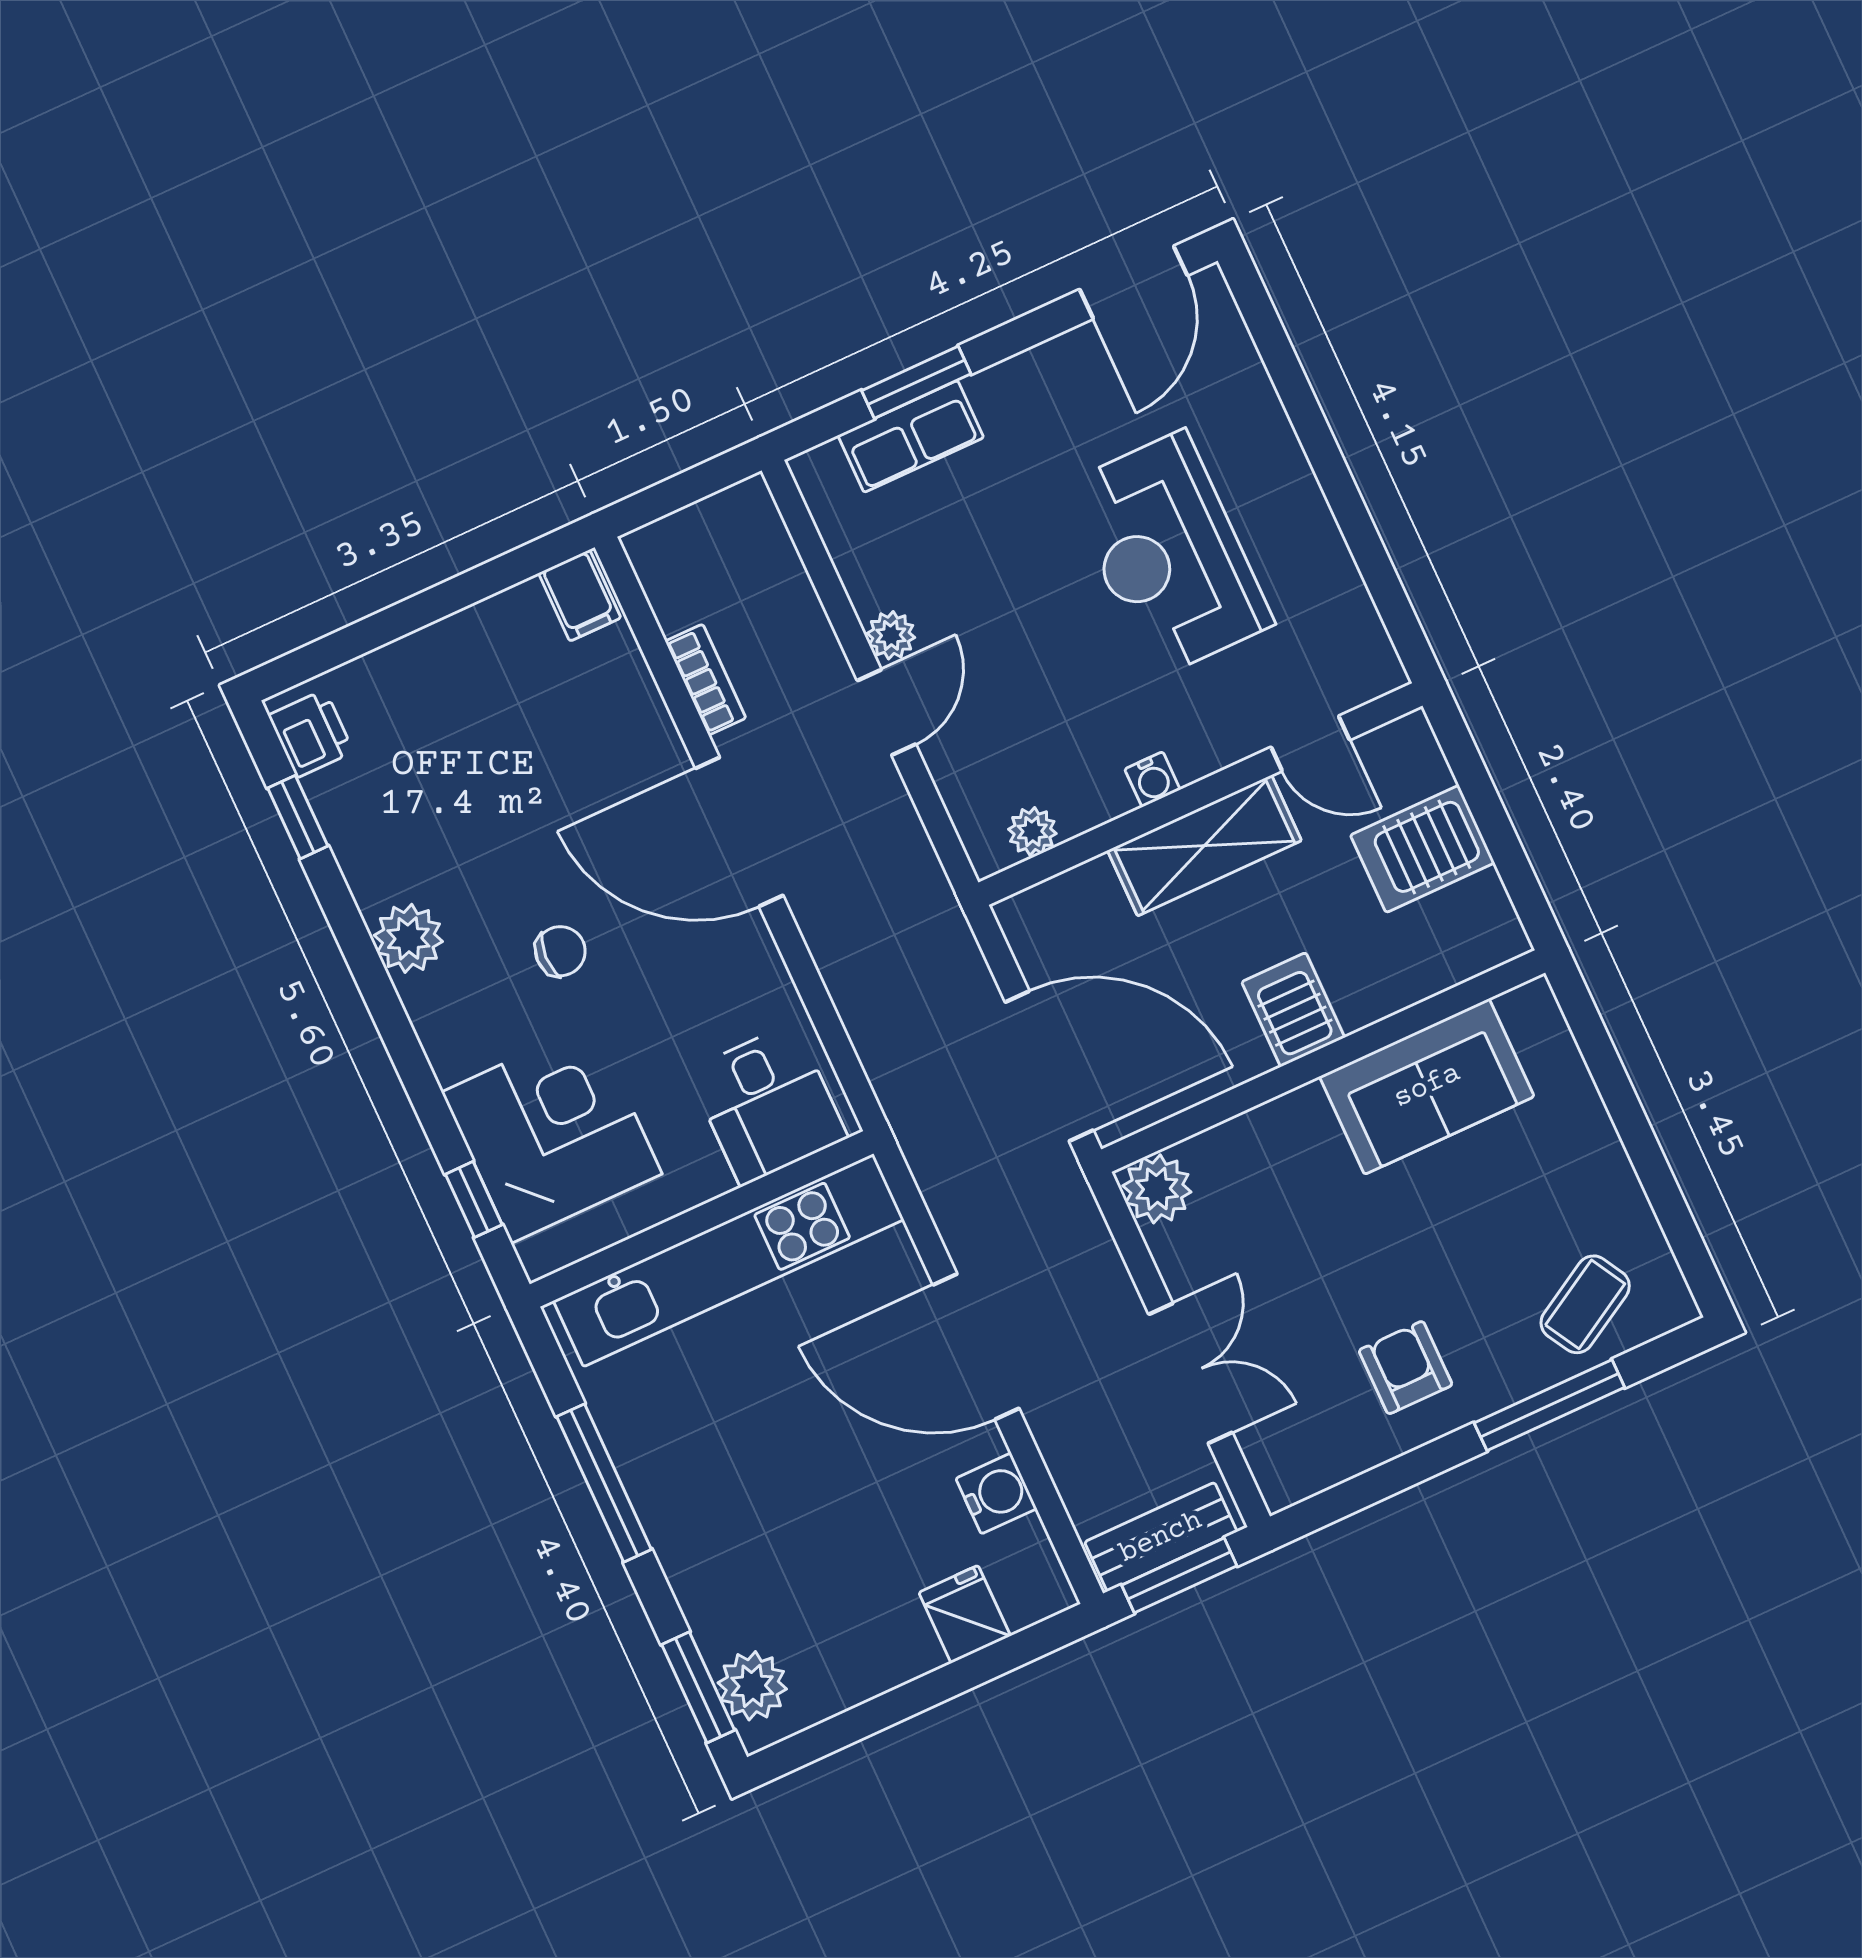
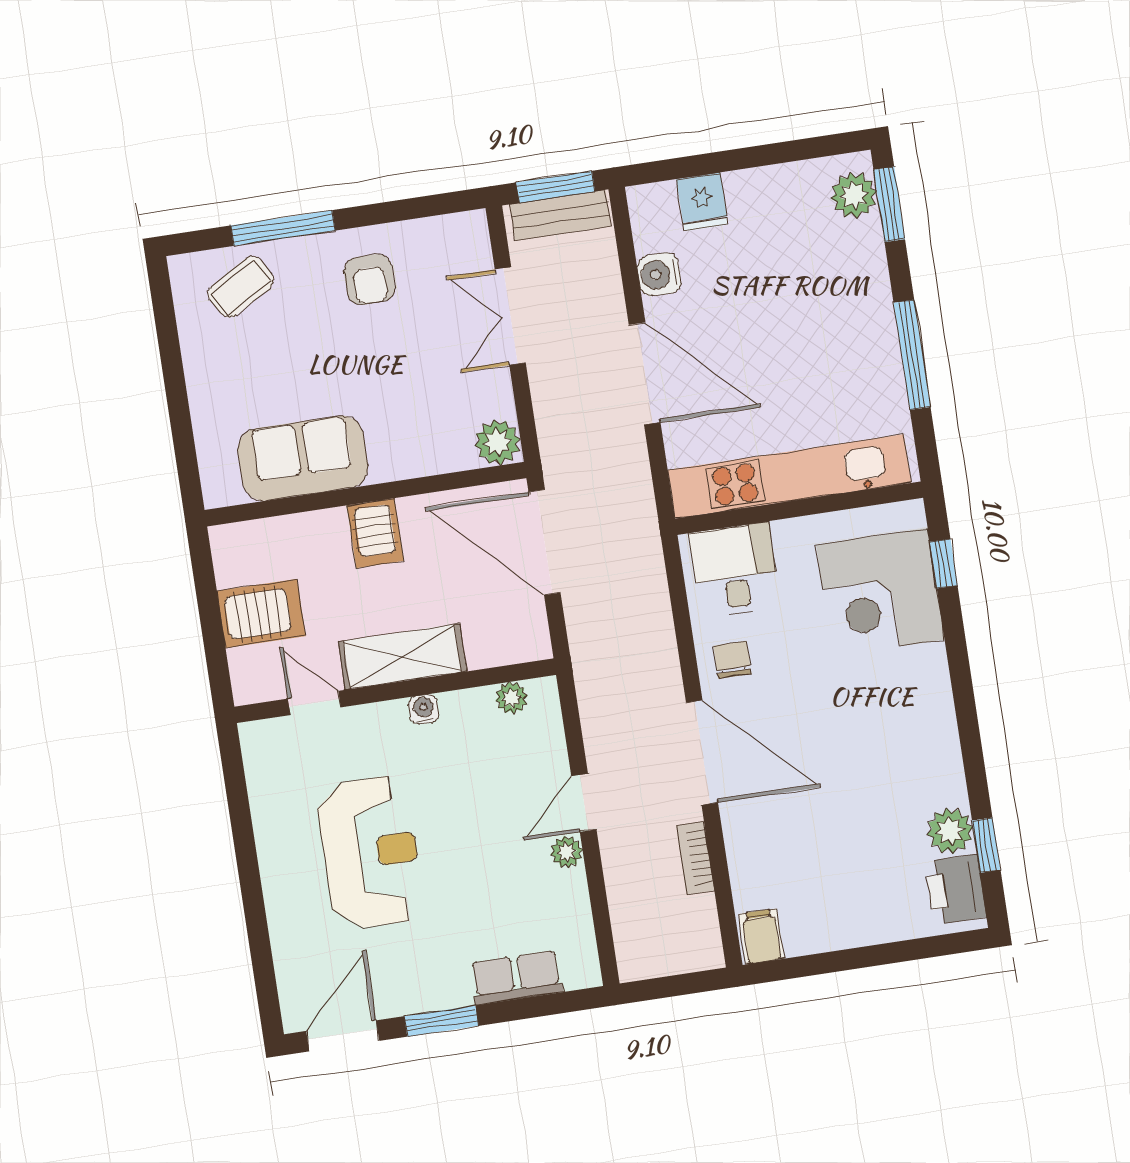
window: (916, 382) -> (441, 1021), moved
printer: (311, 733) -> (956, 889), width x1.36, depth x1.24
plant: (408, 938) -> (950, 831), moved
chair: (560, 951) -> (732, 660), moved, turned 88

